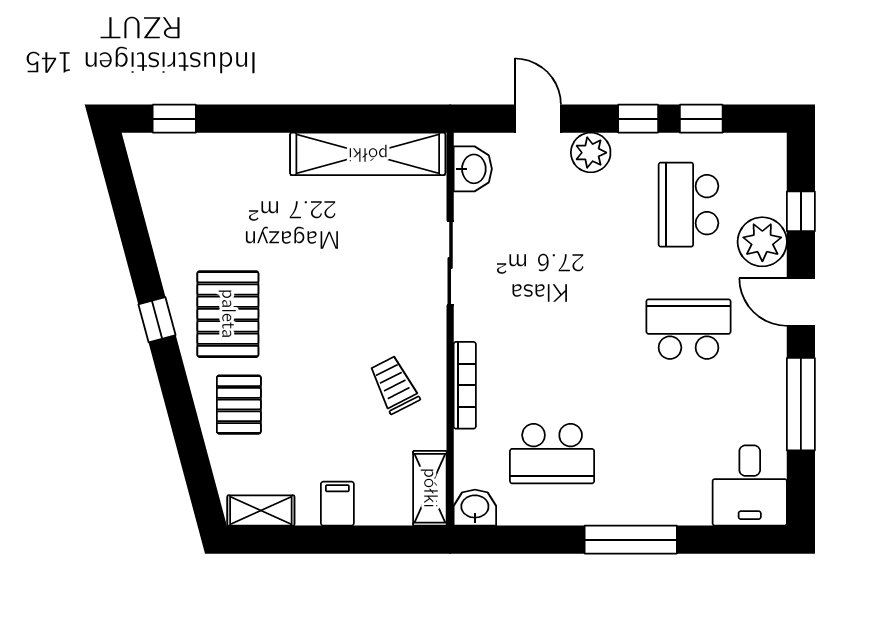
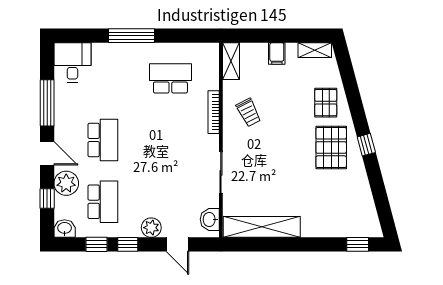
school desk: (688, 329) -> (103, 140), turned -90
washbasin: (475, 508) -> (65, 228), moved, turned 180

